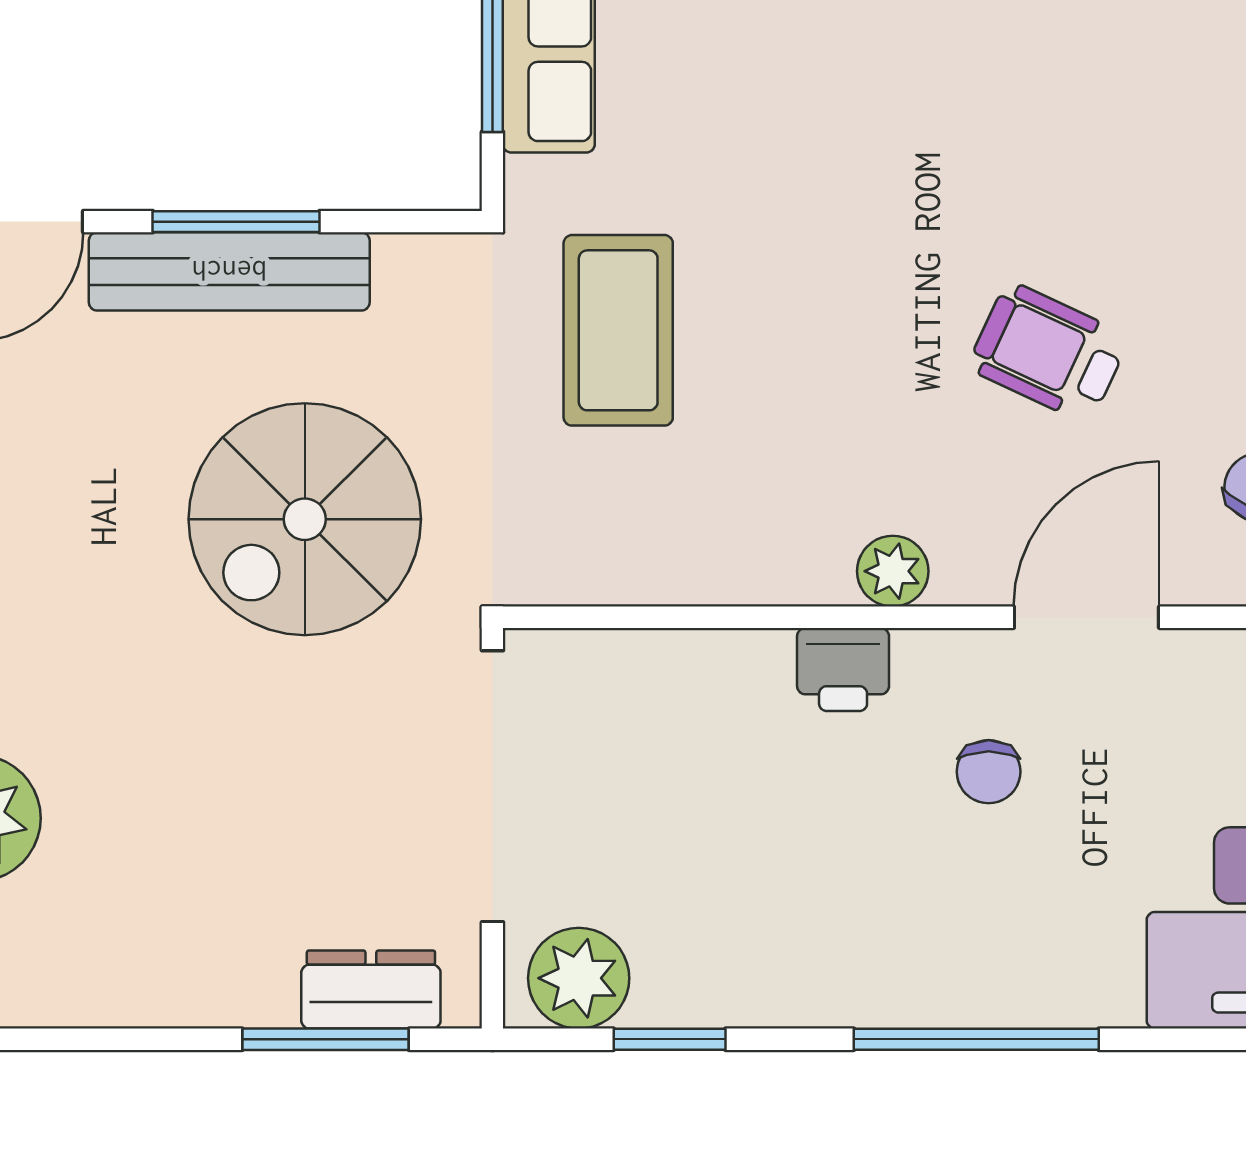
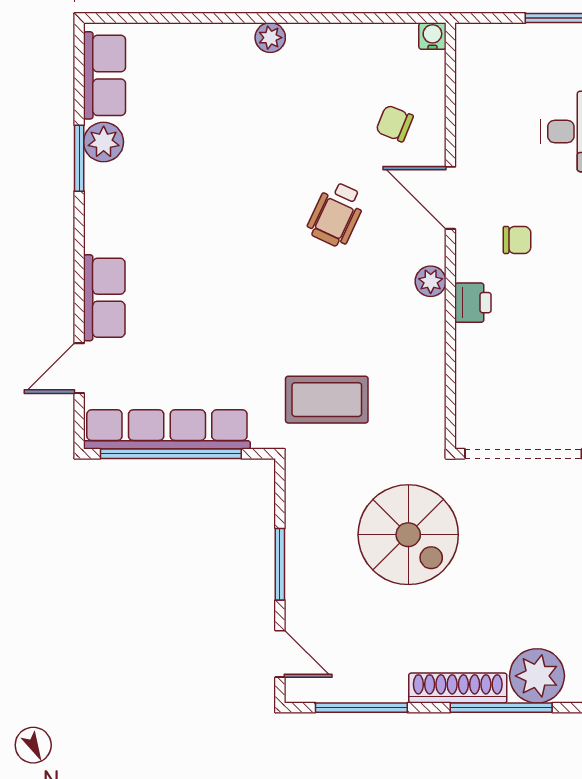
bench: (229, 271) -> (301, 567), removed

